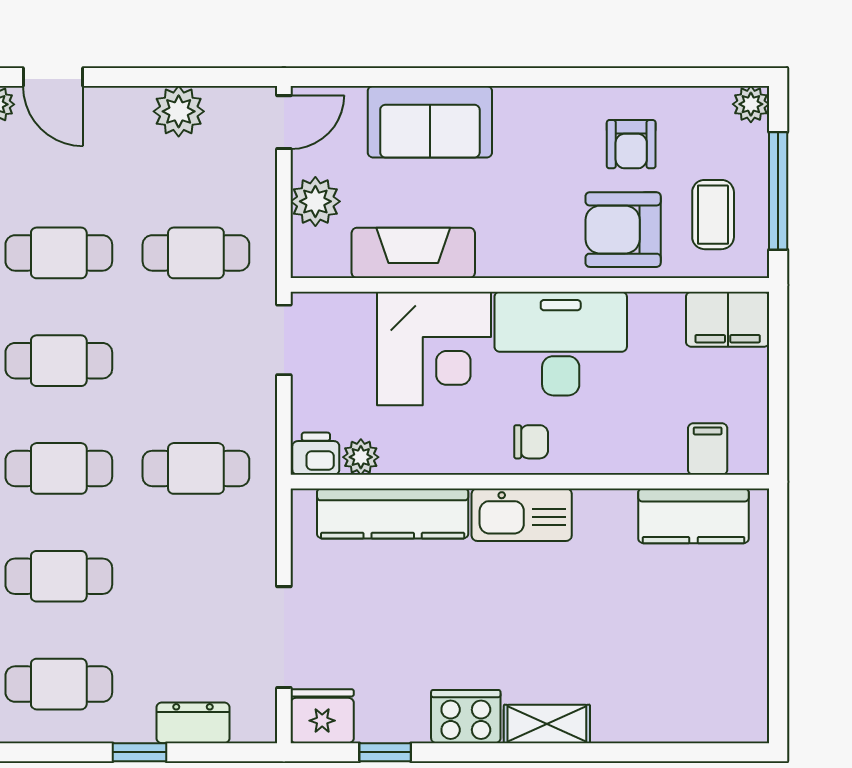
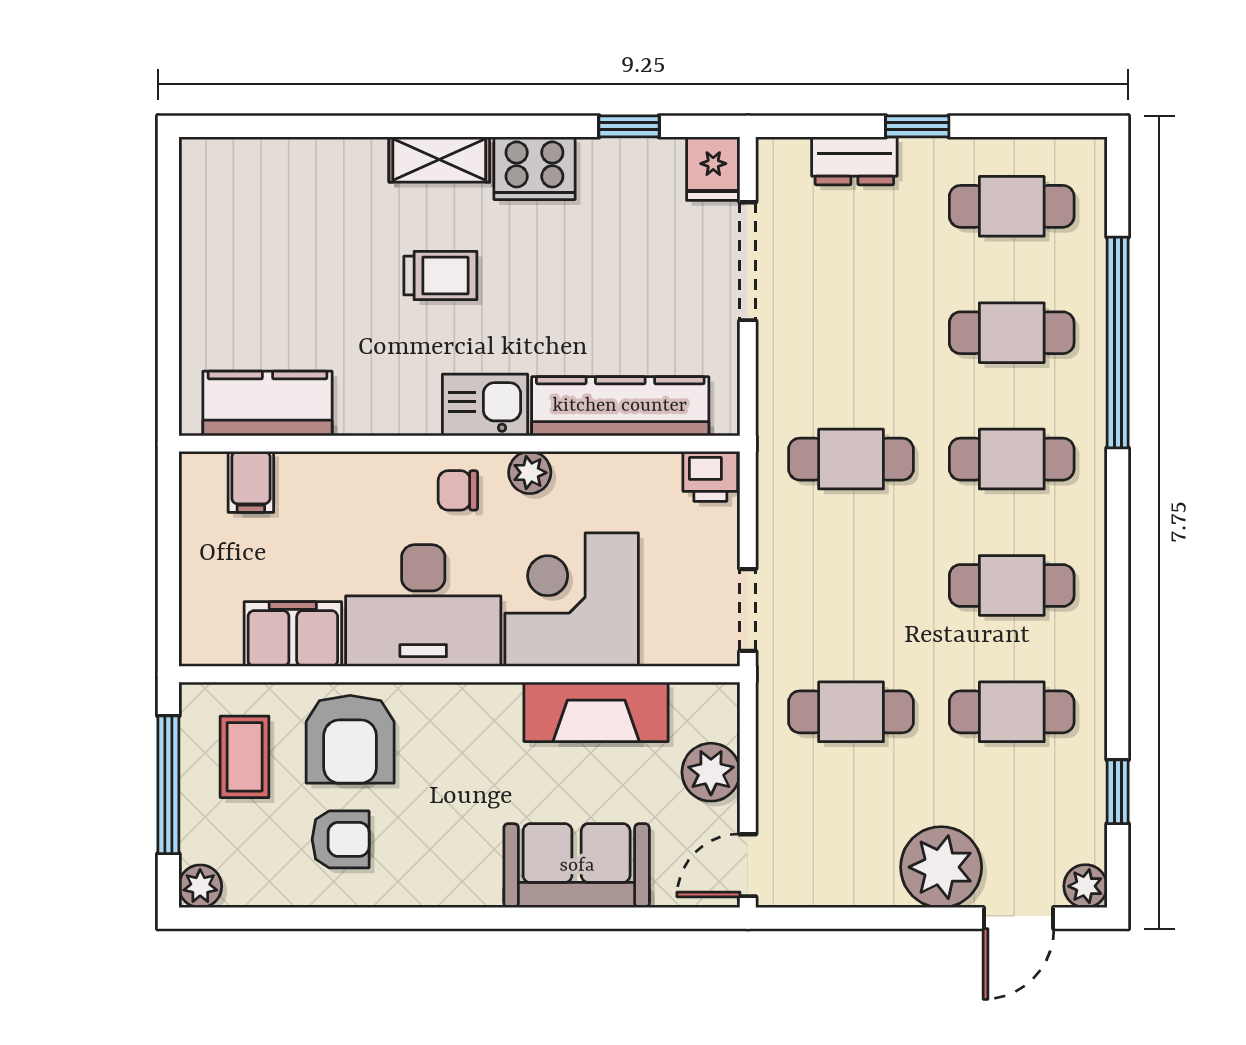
door: (53, 77) -> (1019, 918), swing flipped
plant: (179, 111) -> (941, 867), moved, width x1.36, depth x1.36
armchair: (631, 144) -> (341, 839), turned 90
armchair: (623, 230) -> (350, 739), turned 90
filing cabinet: (728, 319) -> (293, 634), moved
plant: (361, 457) -> (530, 473), moved
kitchen sink: (522, 515) -> (485, 405), width x0.73
trolley: (546, 625) -> (440, 276), added
fridge: (322, 716) -> (713, 169), width x0.72

